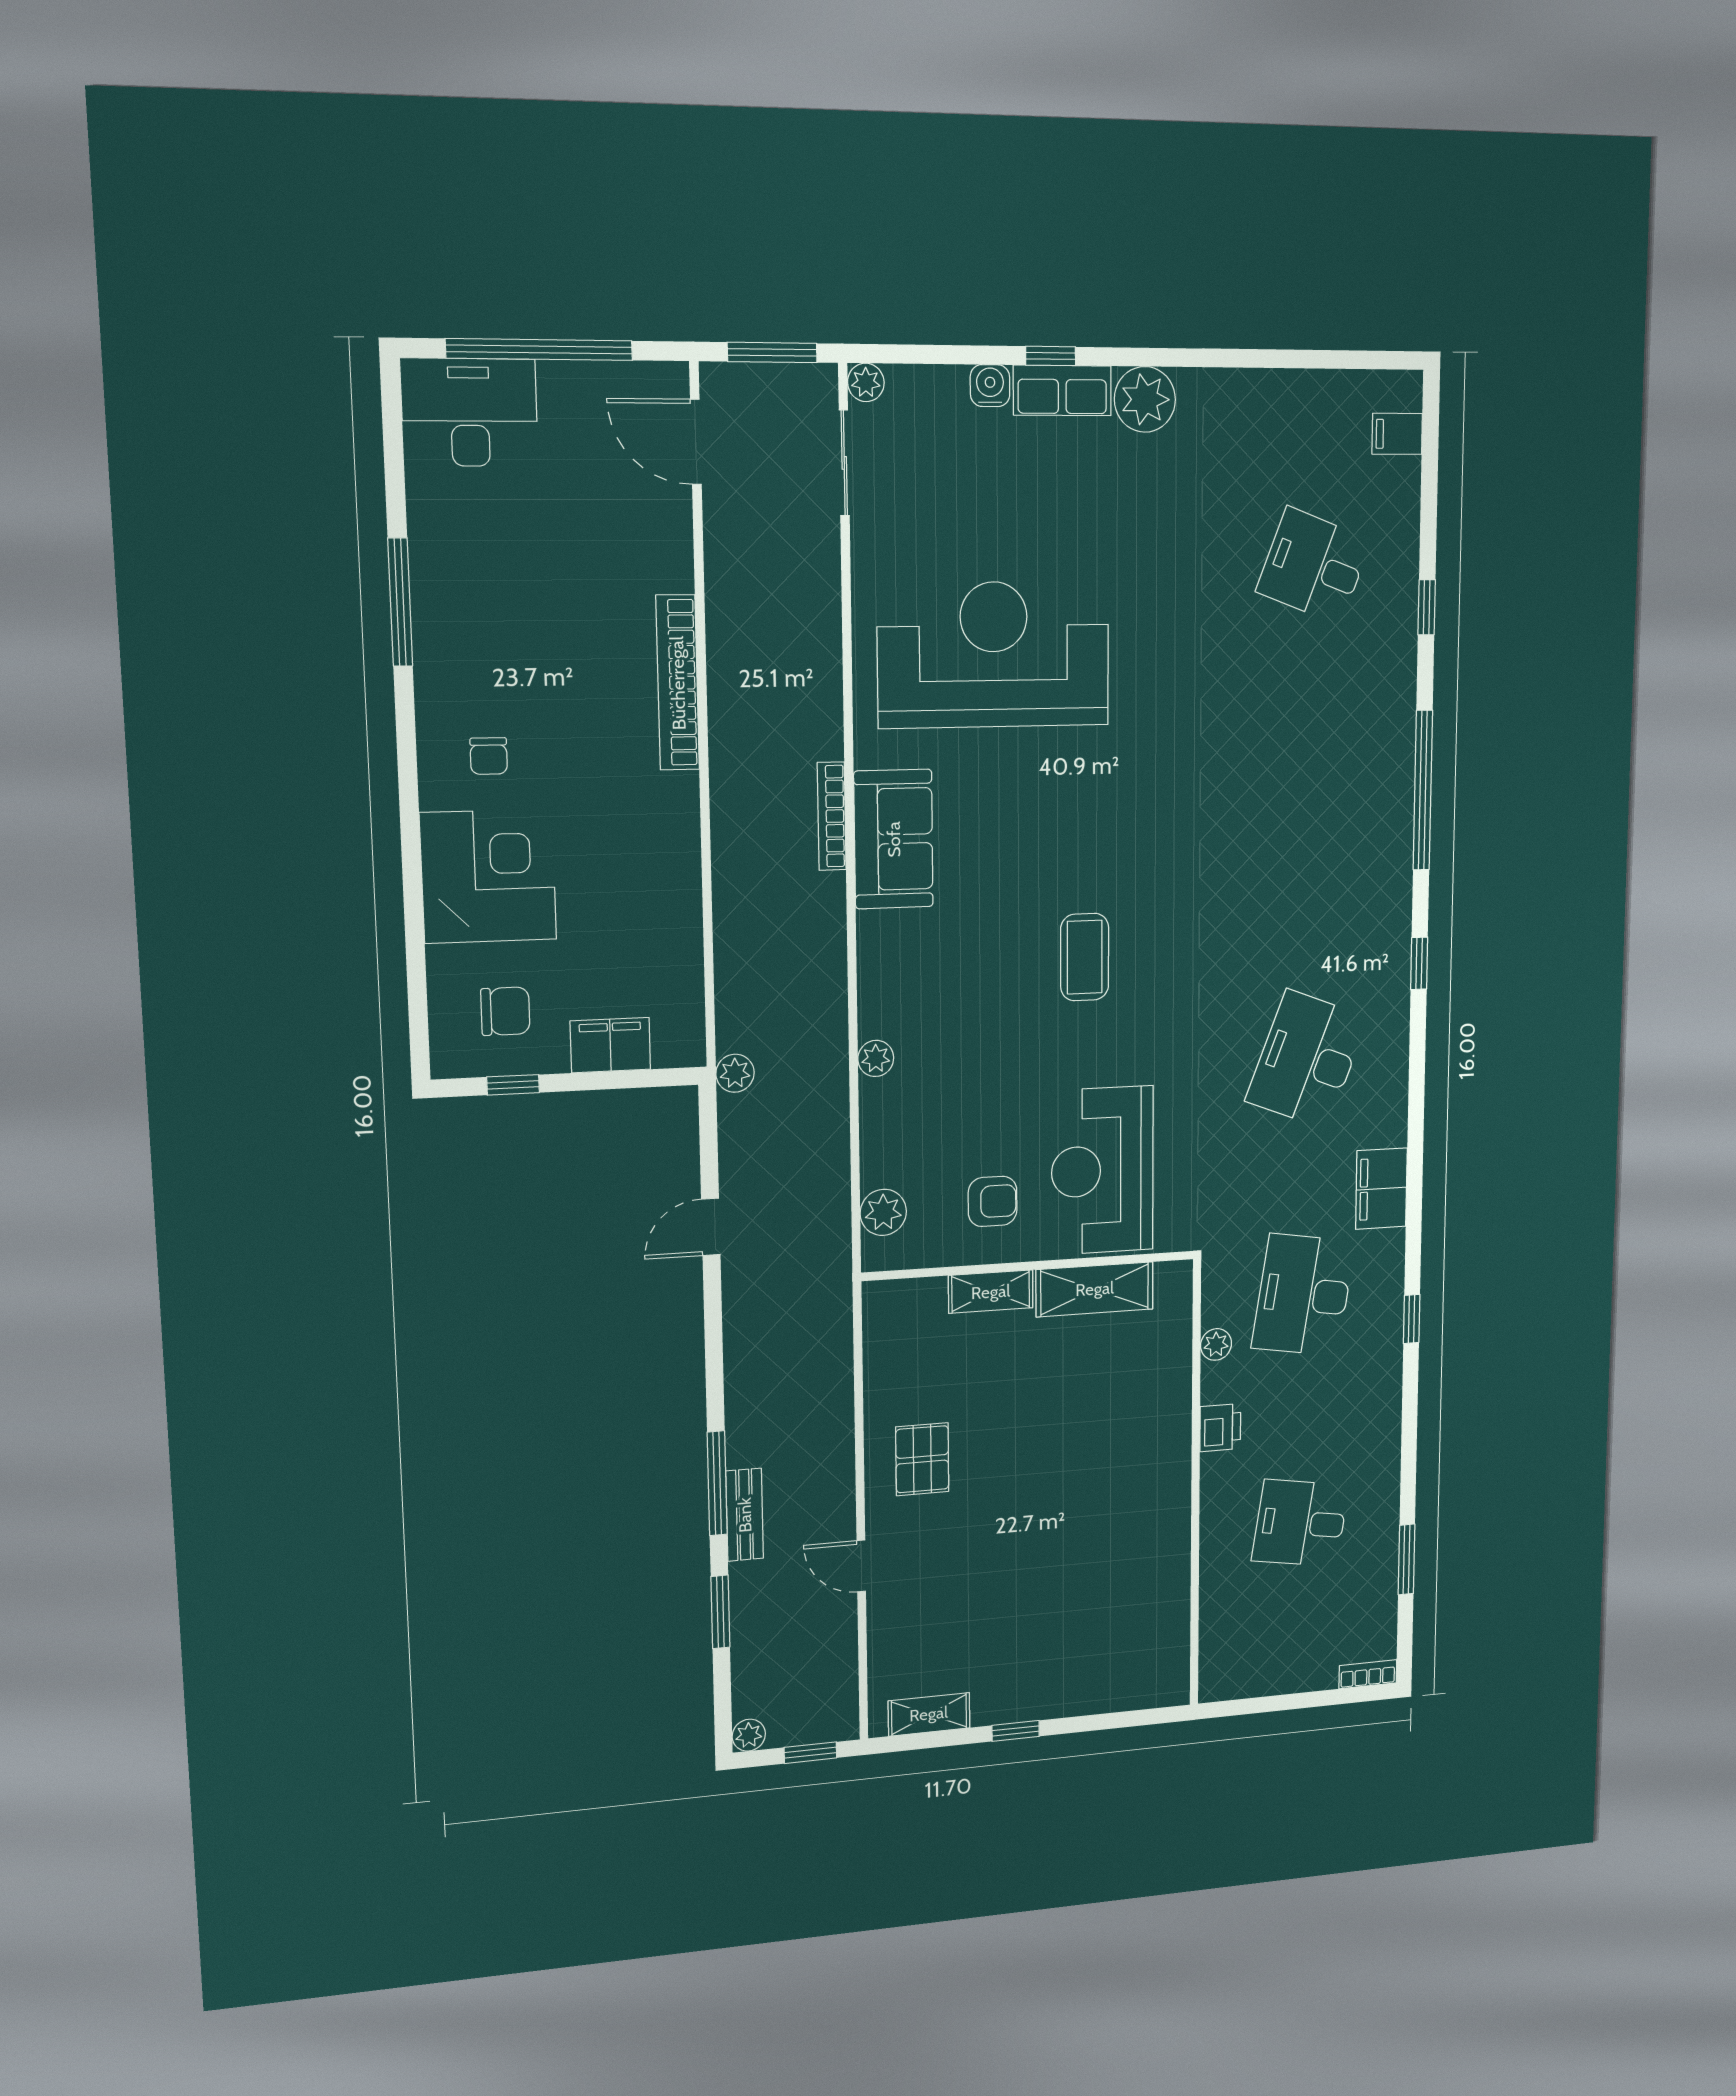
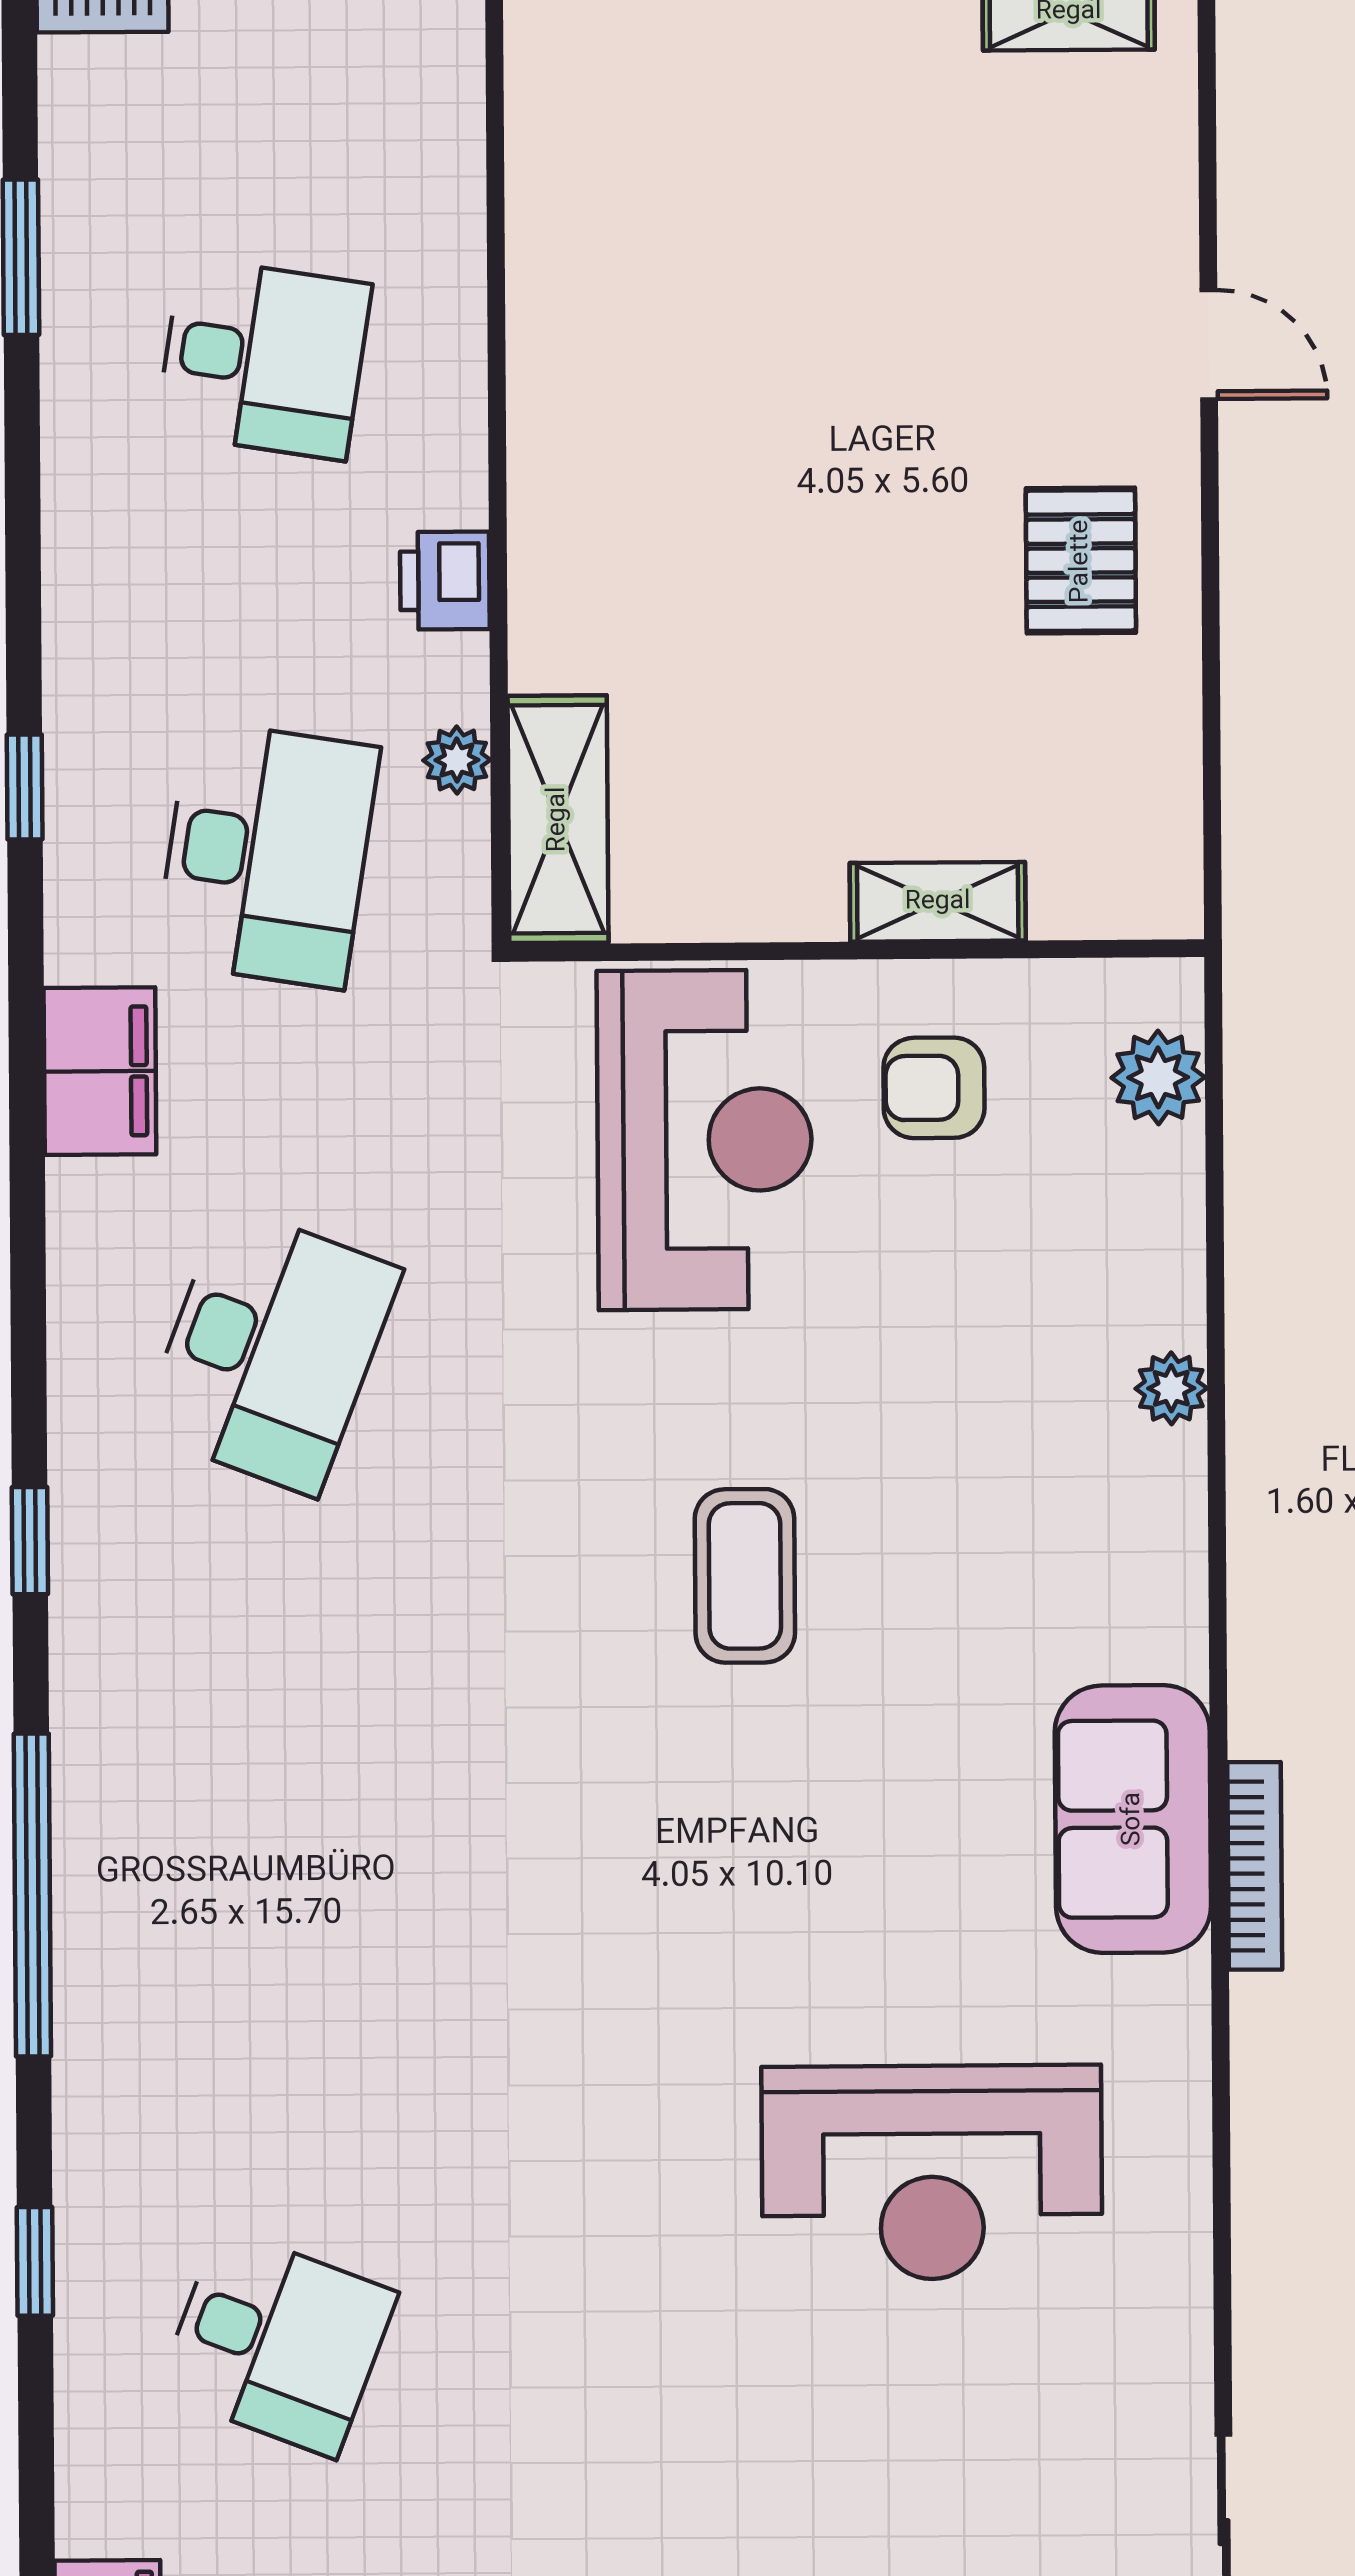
reception desk: (994, 655) -> (932, 2172), width x0.74, depth x0.77
shelving: (1095, 1289) -> (558, 819), moved, turned 90

